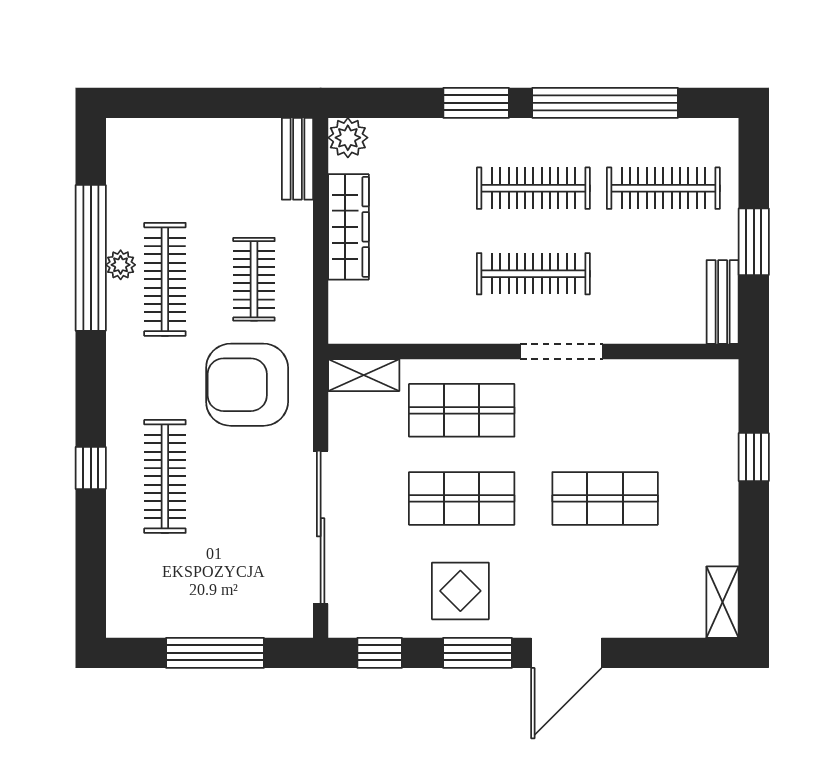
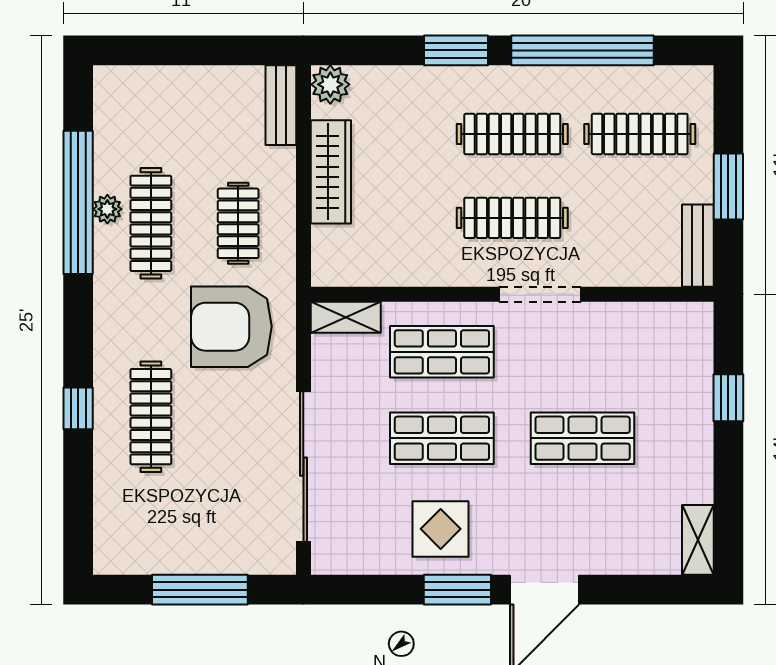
window: (380, 653) -> (361, 590), removed

